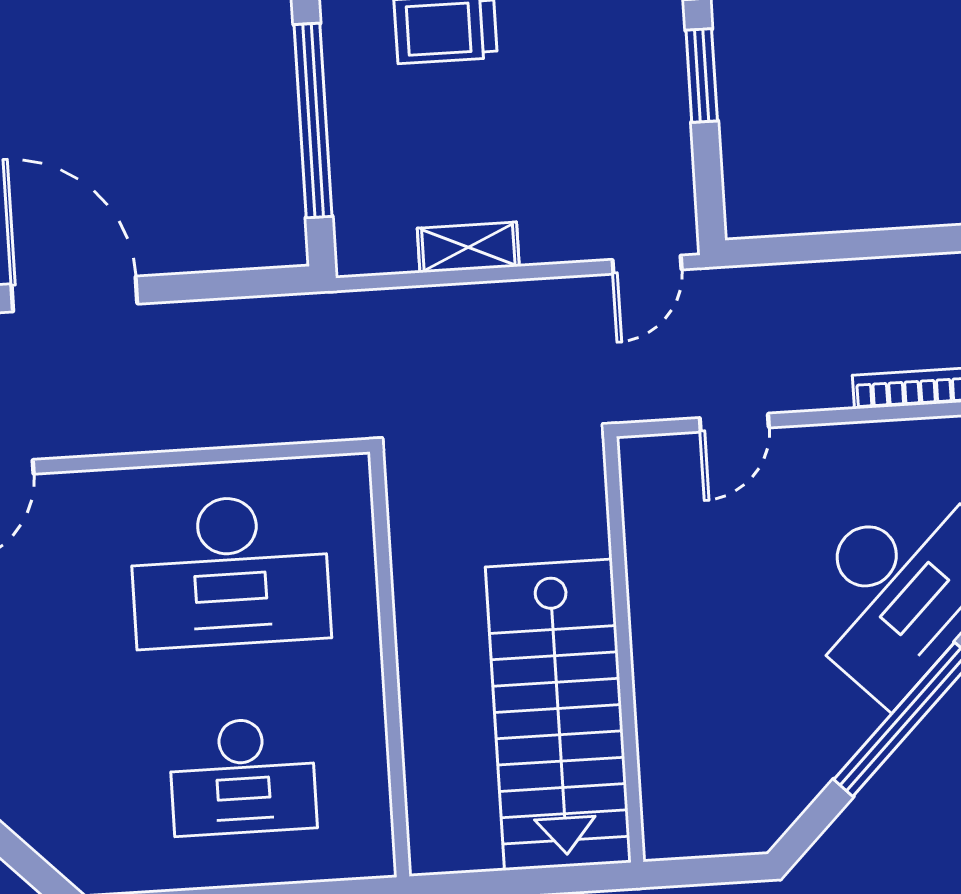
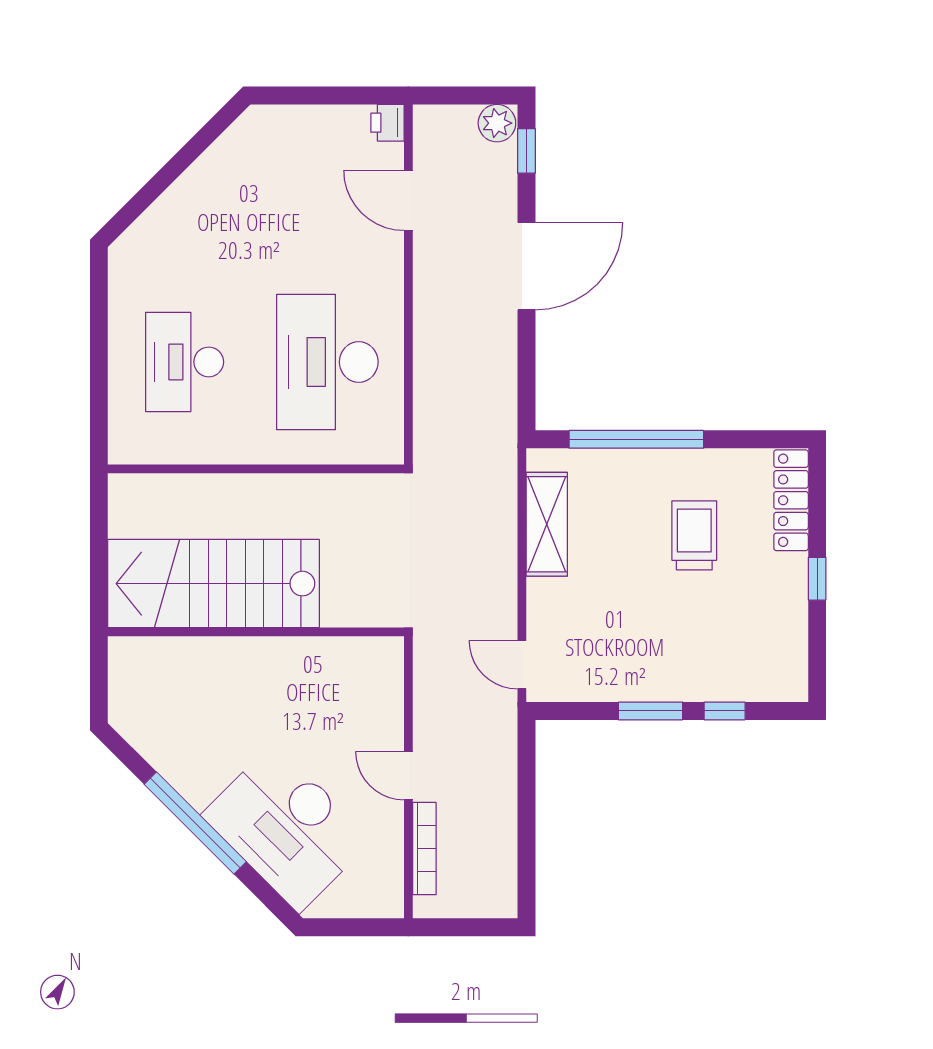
shelving: (468, 247) -> (547, 524), width x1.50, depth x1.33
door: (734, 423) -> (408, 776), moved

